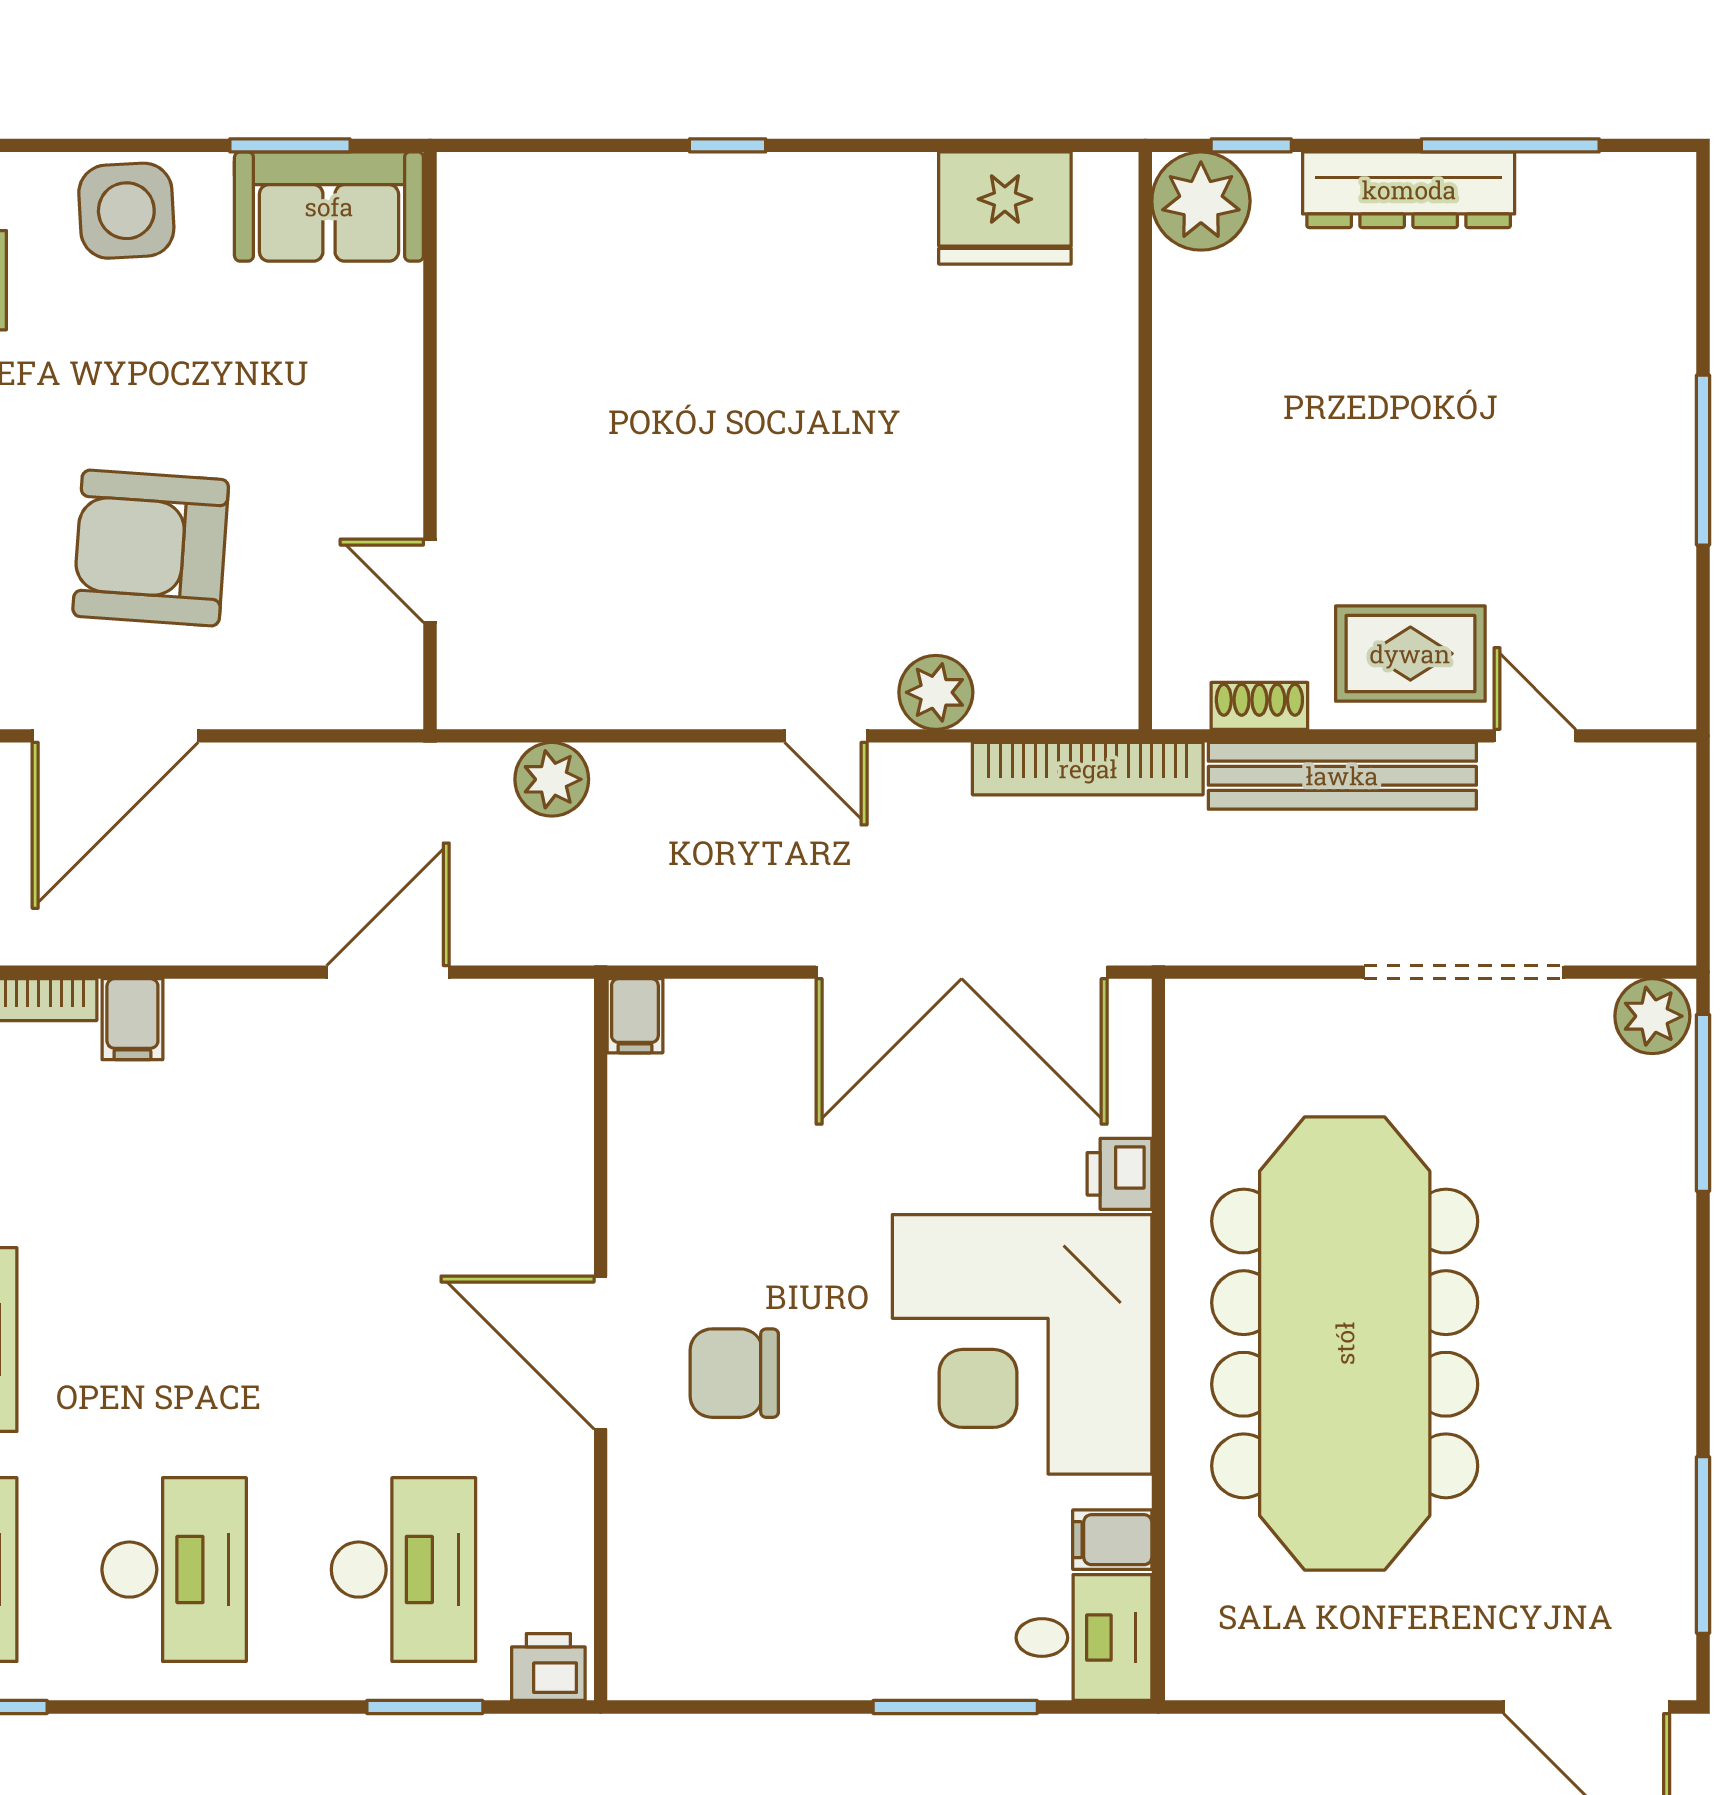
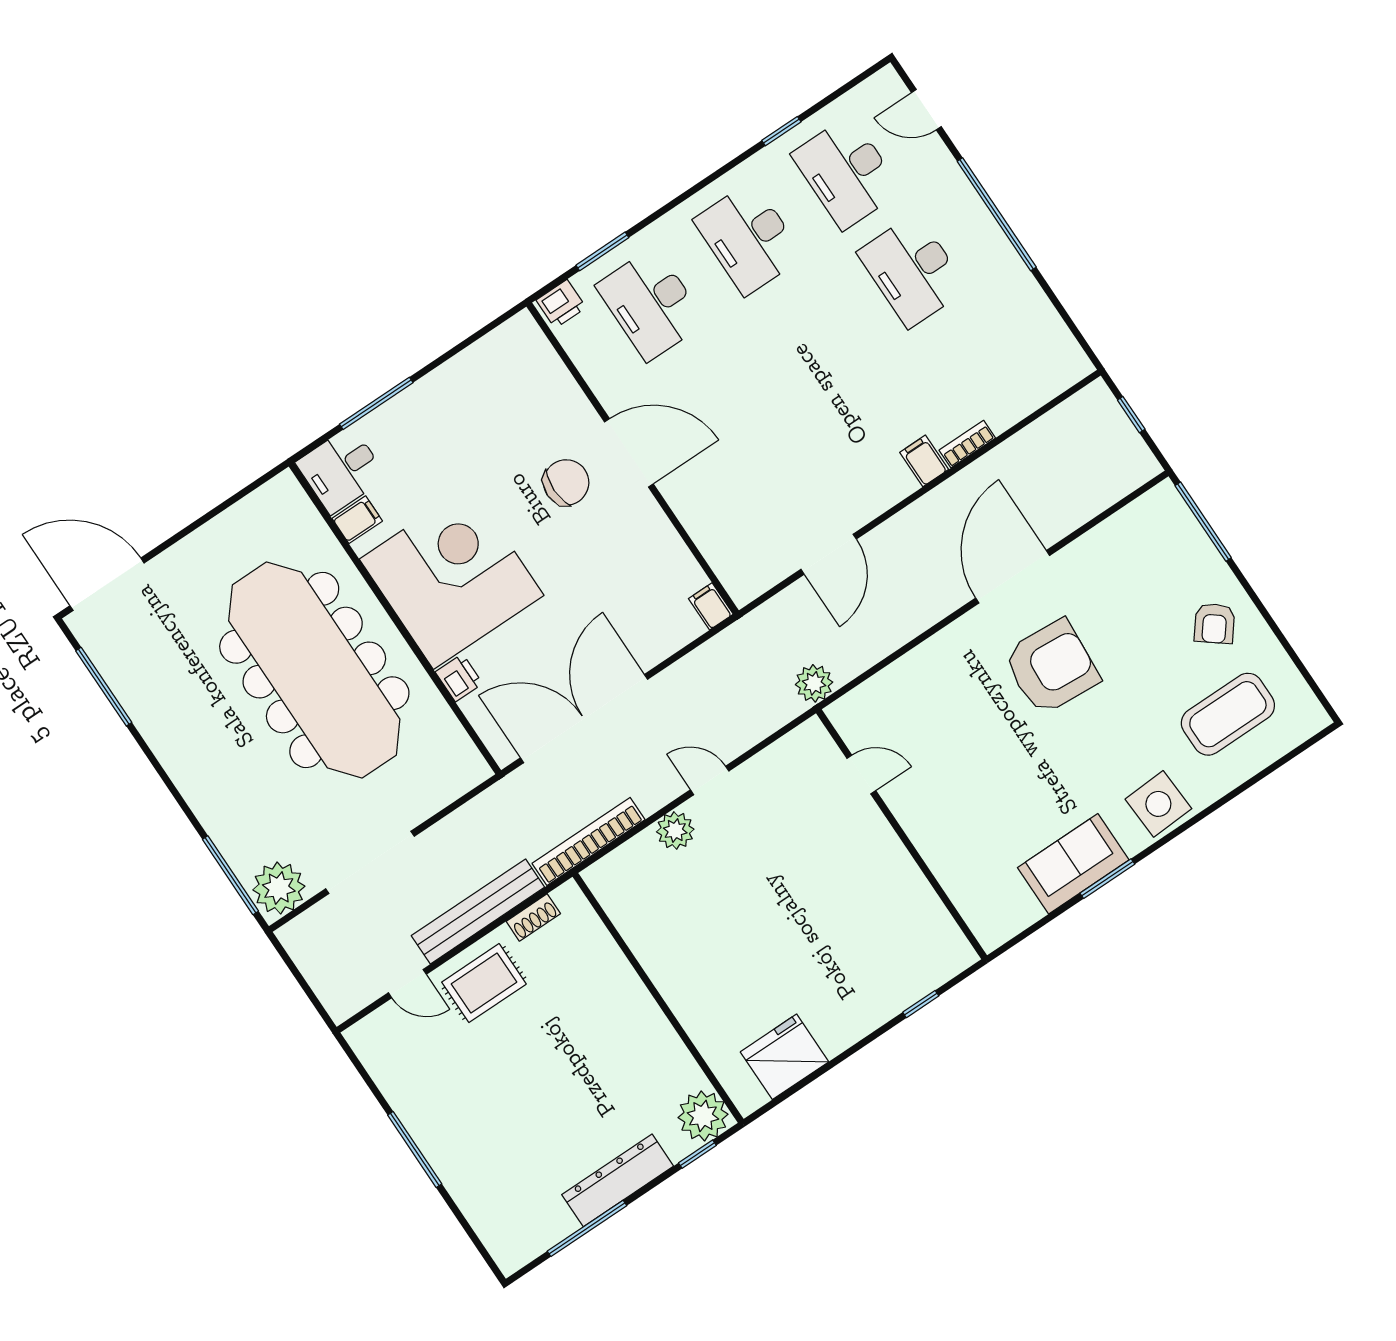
wall: (430, 441) -> (901, 834), moved
door: (430, 581) -> (861, 775), moved
plant: (1652, 1016) -> (279, 888), width x1.36, depth x1.36

